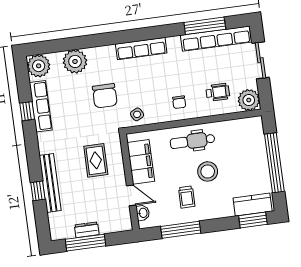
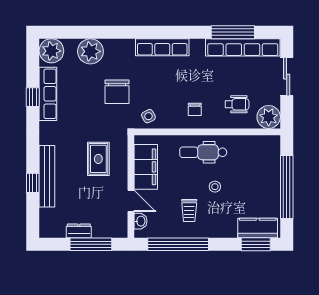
stool: (208, 171) -> (215, 187), width x0.53, depth x0.53
window: (181, 230) -> (178, 244), width x1.46
window: (86, 243) -> (91, 244), moved

